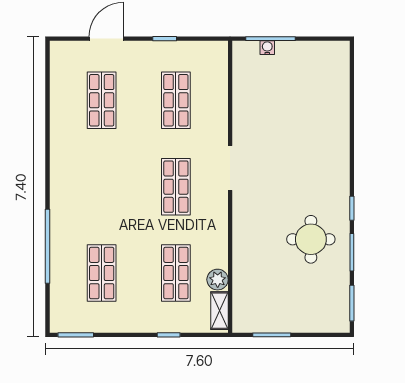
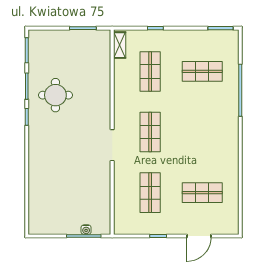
shop shelf: (102, 100) -> (202, 193), turned 90
shop shelf: (102, 273) -> (202, 71), turned 90
plant: (218, 280) -> (121, 67), removed

